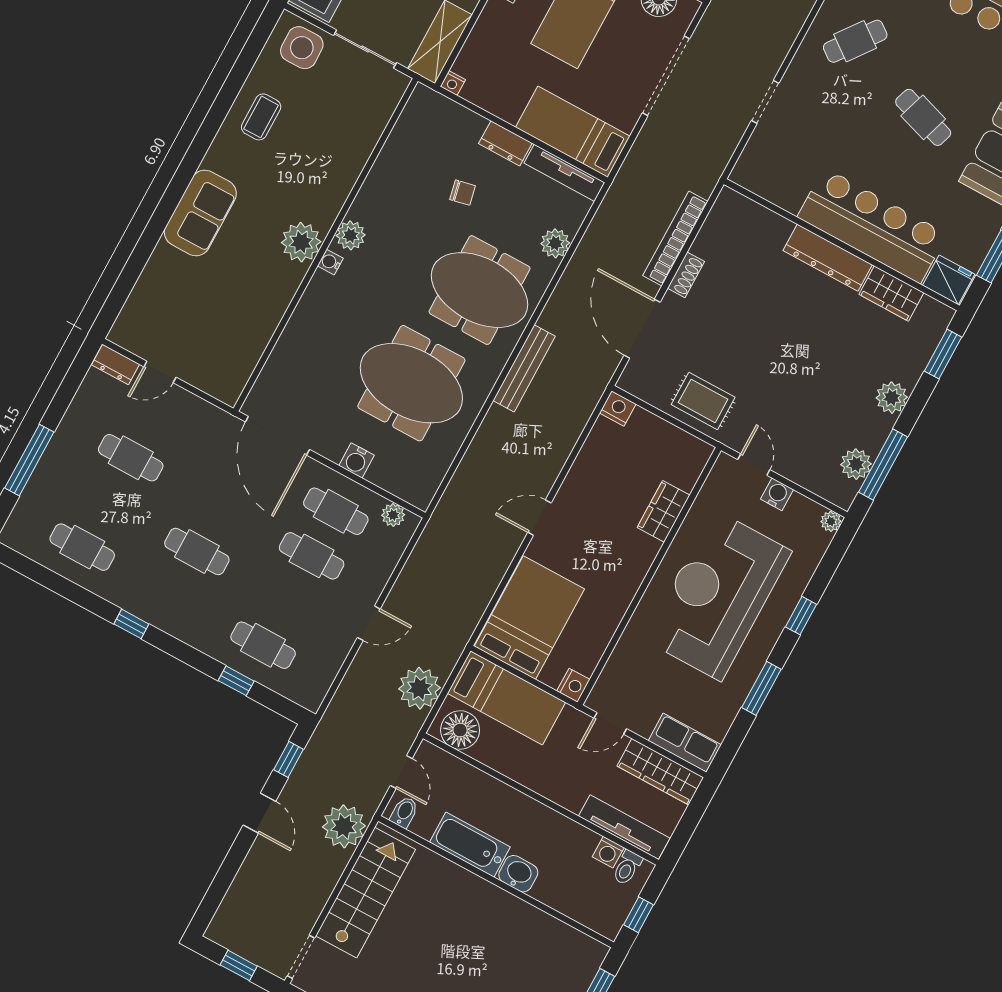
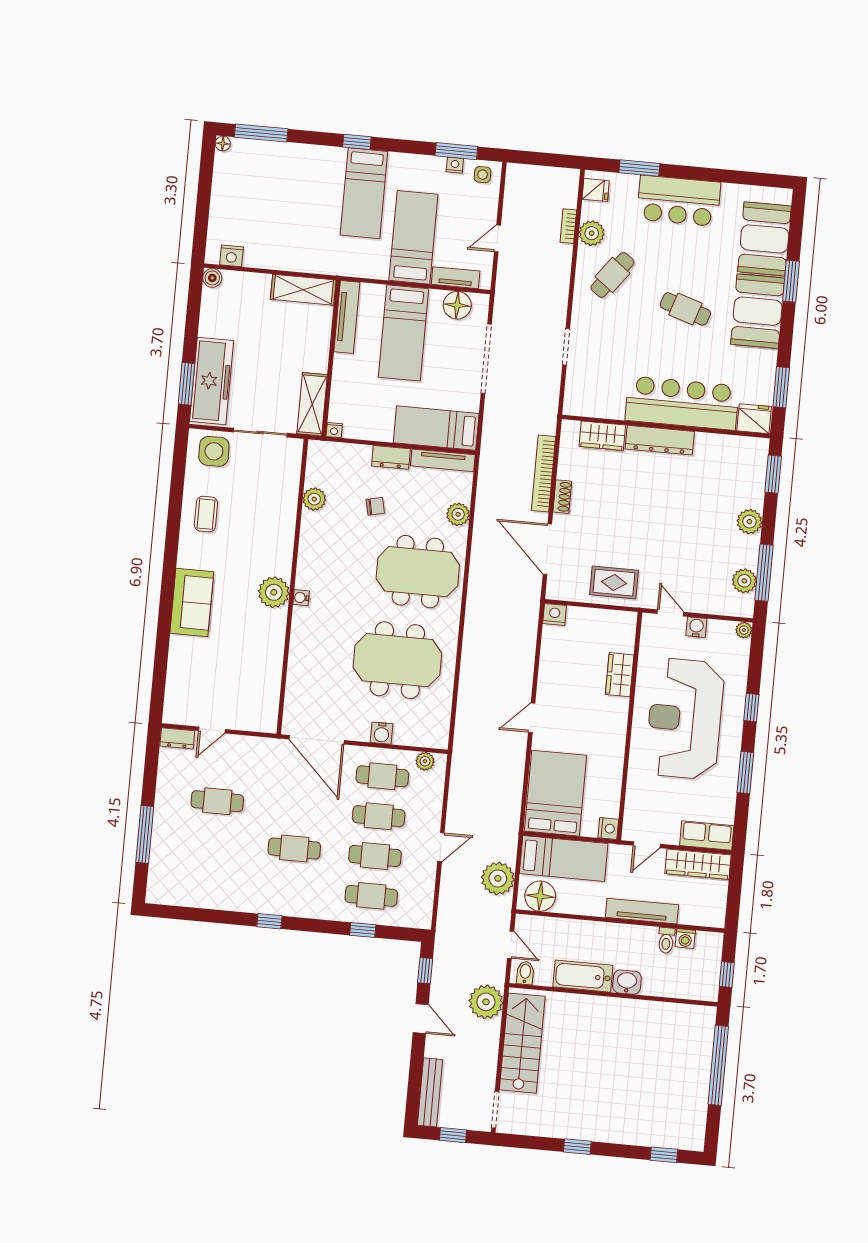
plant: (351, 235) -> (314, 499), moved
wardrobe: (891, 294) -> (602, 436), moved
bench: (524, 368) -> (430, 1092), moved
cafe table: (82, 547) -> (375, 856), moved
tv unit: (624, 827) -> (642, 911), moved
toilet: (627, 868) -> (666, 940), moved

